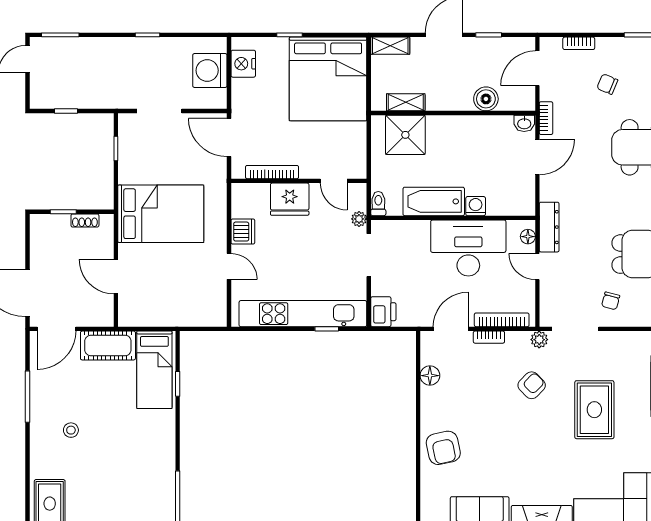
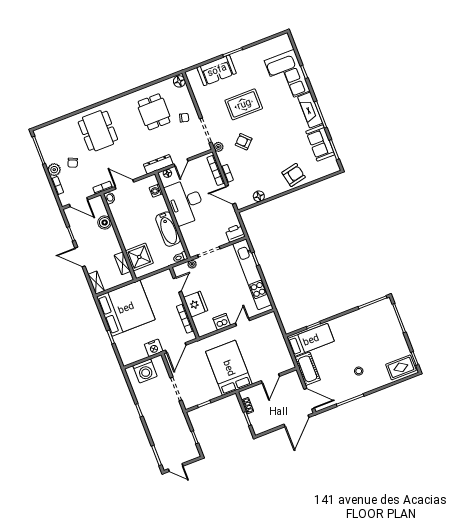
plant: (608, 48) -> (54, 170), added
nightstand: (243, 64) -> (154, 348), moved
washing machine: (476, 206) -> (156, 191), moved

